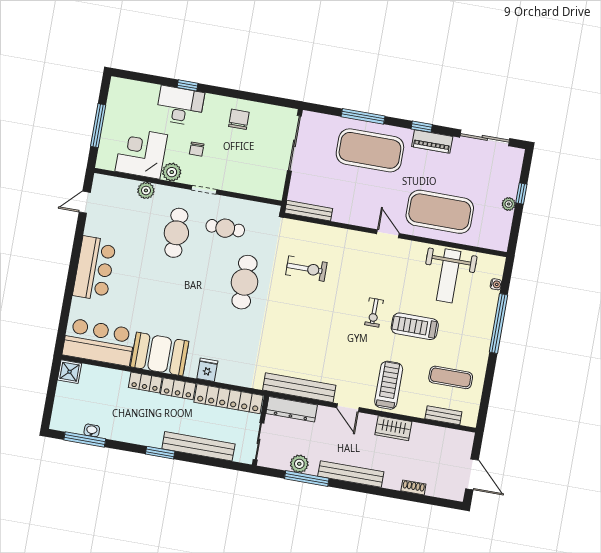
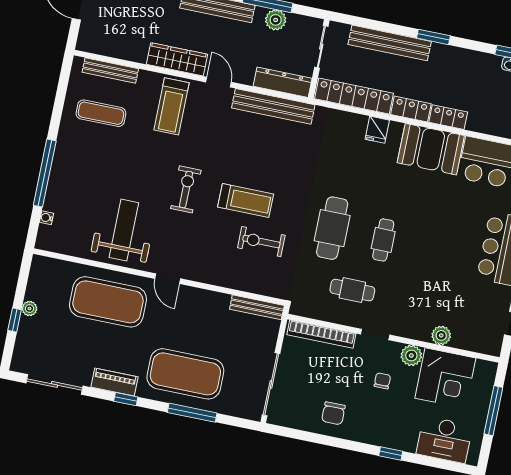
desk: (180, 106) -> (444, 440), moved
bookcase: (251, 189) -> (321, 334), added
cafe table: (176, 233) -> (383, 240), moved, width x0.73, depth x0.74
weight bench: (449, 276) -> (124, 230), moved
exercise bike: (374, 313) -> (186, 189), width x1.38, depth x1.39
treadmill: (415, 326) -> (246, 201), moved
bench: (443, 415) -> (110, 70), width x1.36
wardrobe: (393, 428) -> (177, 59), width x1.50

